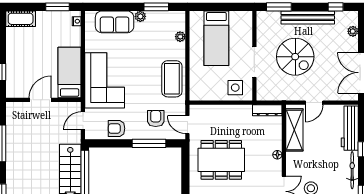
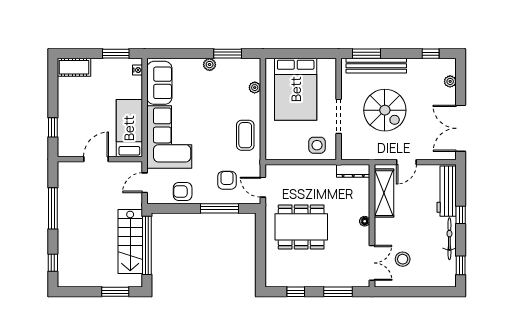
bench: (308, 17) -> (376, 66), moved
sofa: (115, 22) -> (159, 83), moved, turned -90
bed: (216, 38) -> (296, 89), width x1.50
coffee table: (172, 79) -> (245, 135), width x0.73, depth x0.76

